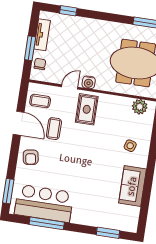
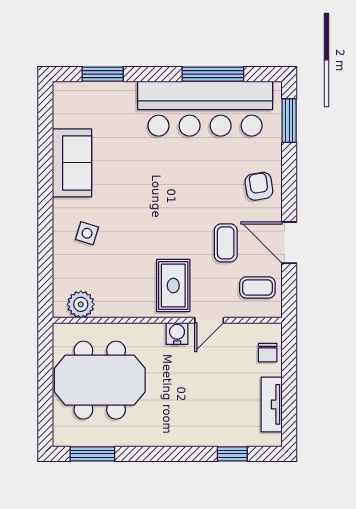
window: (30, 48) -> (289, 378), removed
bar counter: (44, 203) -> (205, 109), width x1.36

